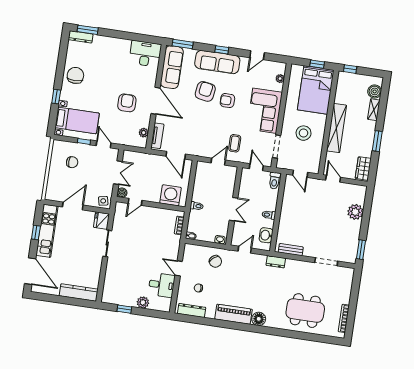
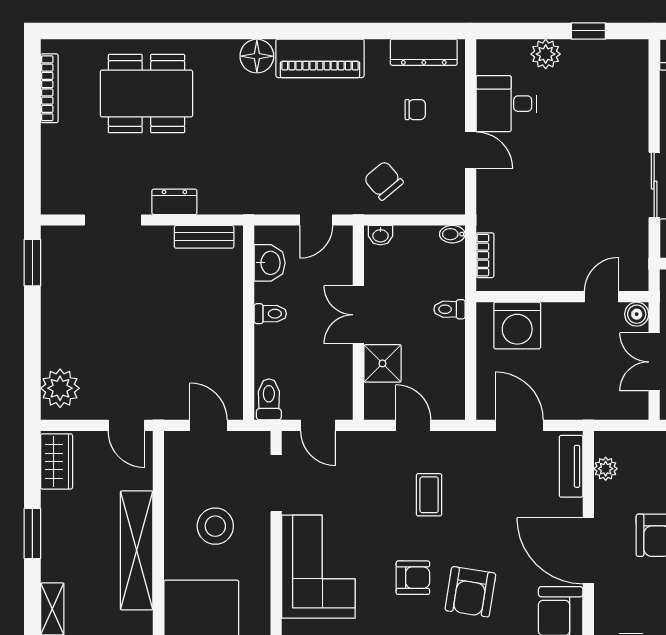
coffee table: (235, 143) -> (429, 495), moved
door: (218, 162) -> (413, 425), swing flipped
shower: (227, 188) -> (382, 363), added
plant: (355, 212) -> (60, 388), moved
dresser: (276, 262) -> (174, 202), moved

